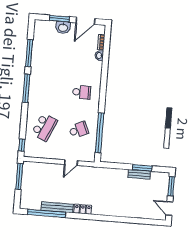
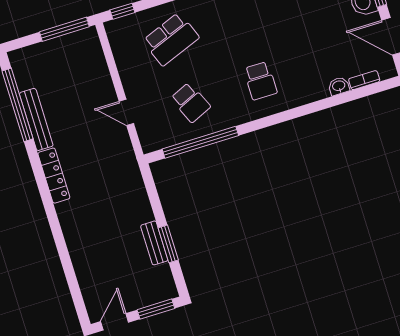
school desk: (44, 127) -> (171, 39), turned -45
locker: (83, 209) -> (54, 176), width x1.53

